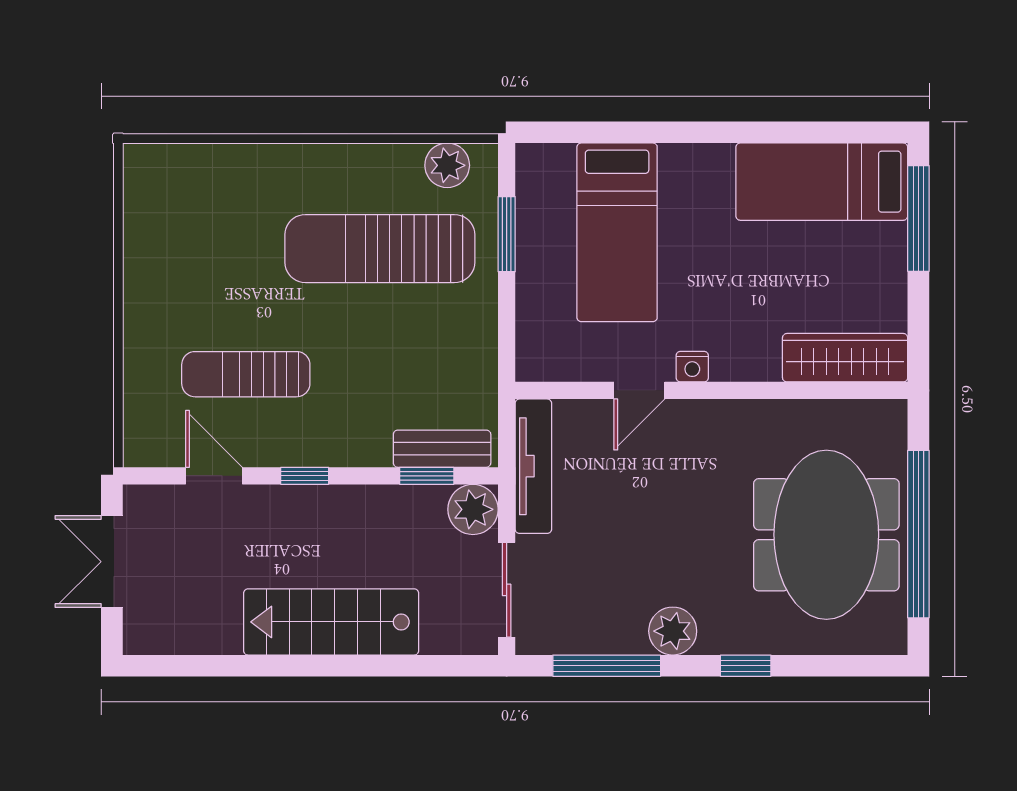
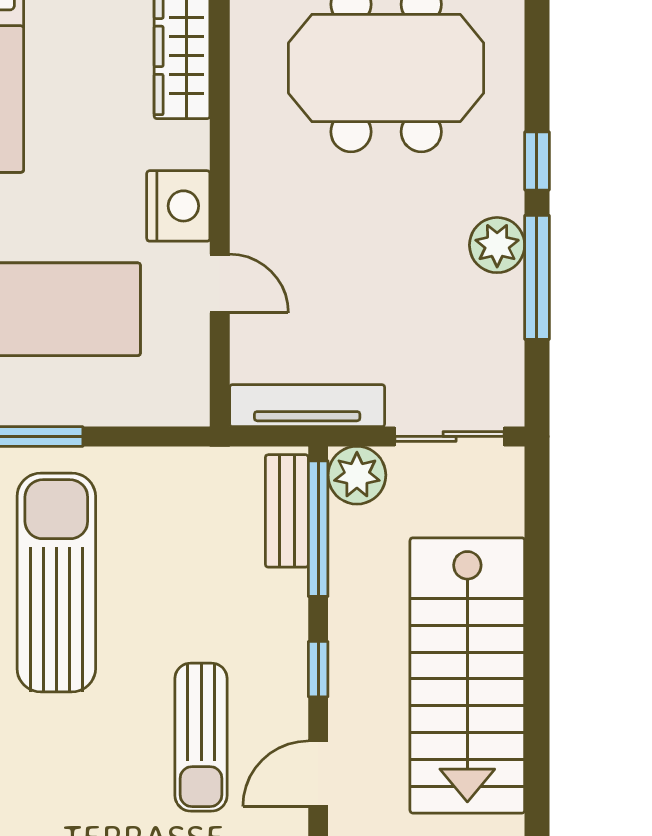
sun lounger: (380, 249) -> (56, 583), turned 180
nightstand: (692, 367) -> (178, 206), width x1.89, depth x1.79
window: (427, 476) -> (318, 529), width x2.17
stairs: (331, 622) -> (467, 675), width x1.36, depth x1.51
window: (607, 666) -> (537, 277), moved

